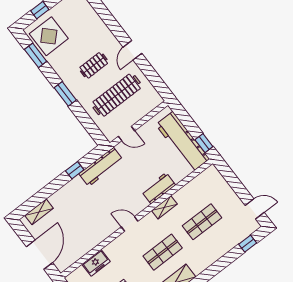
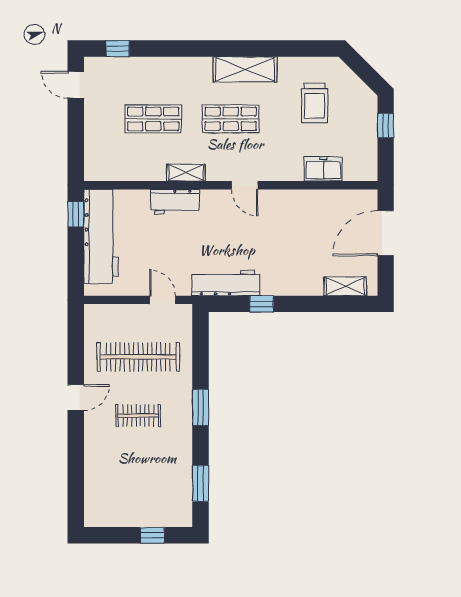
display table: (49, 36) -> (166, 494), removed

